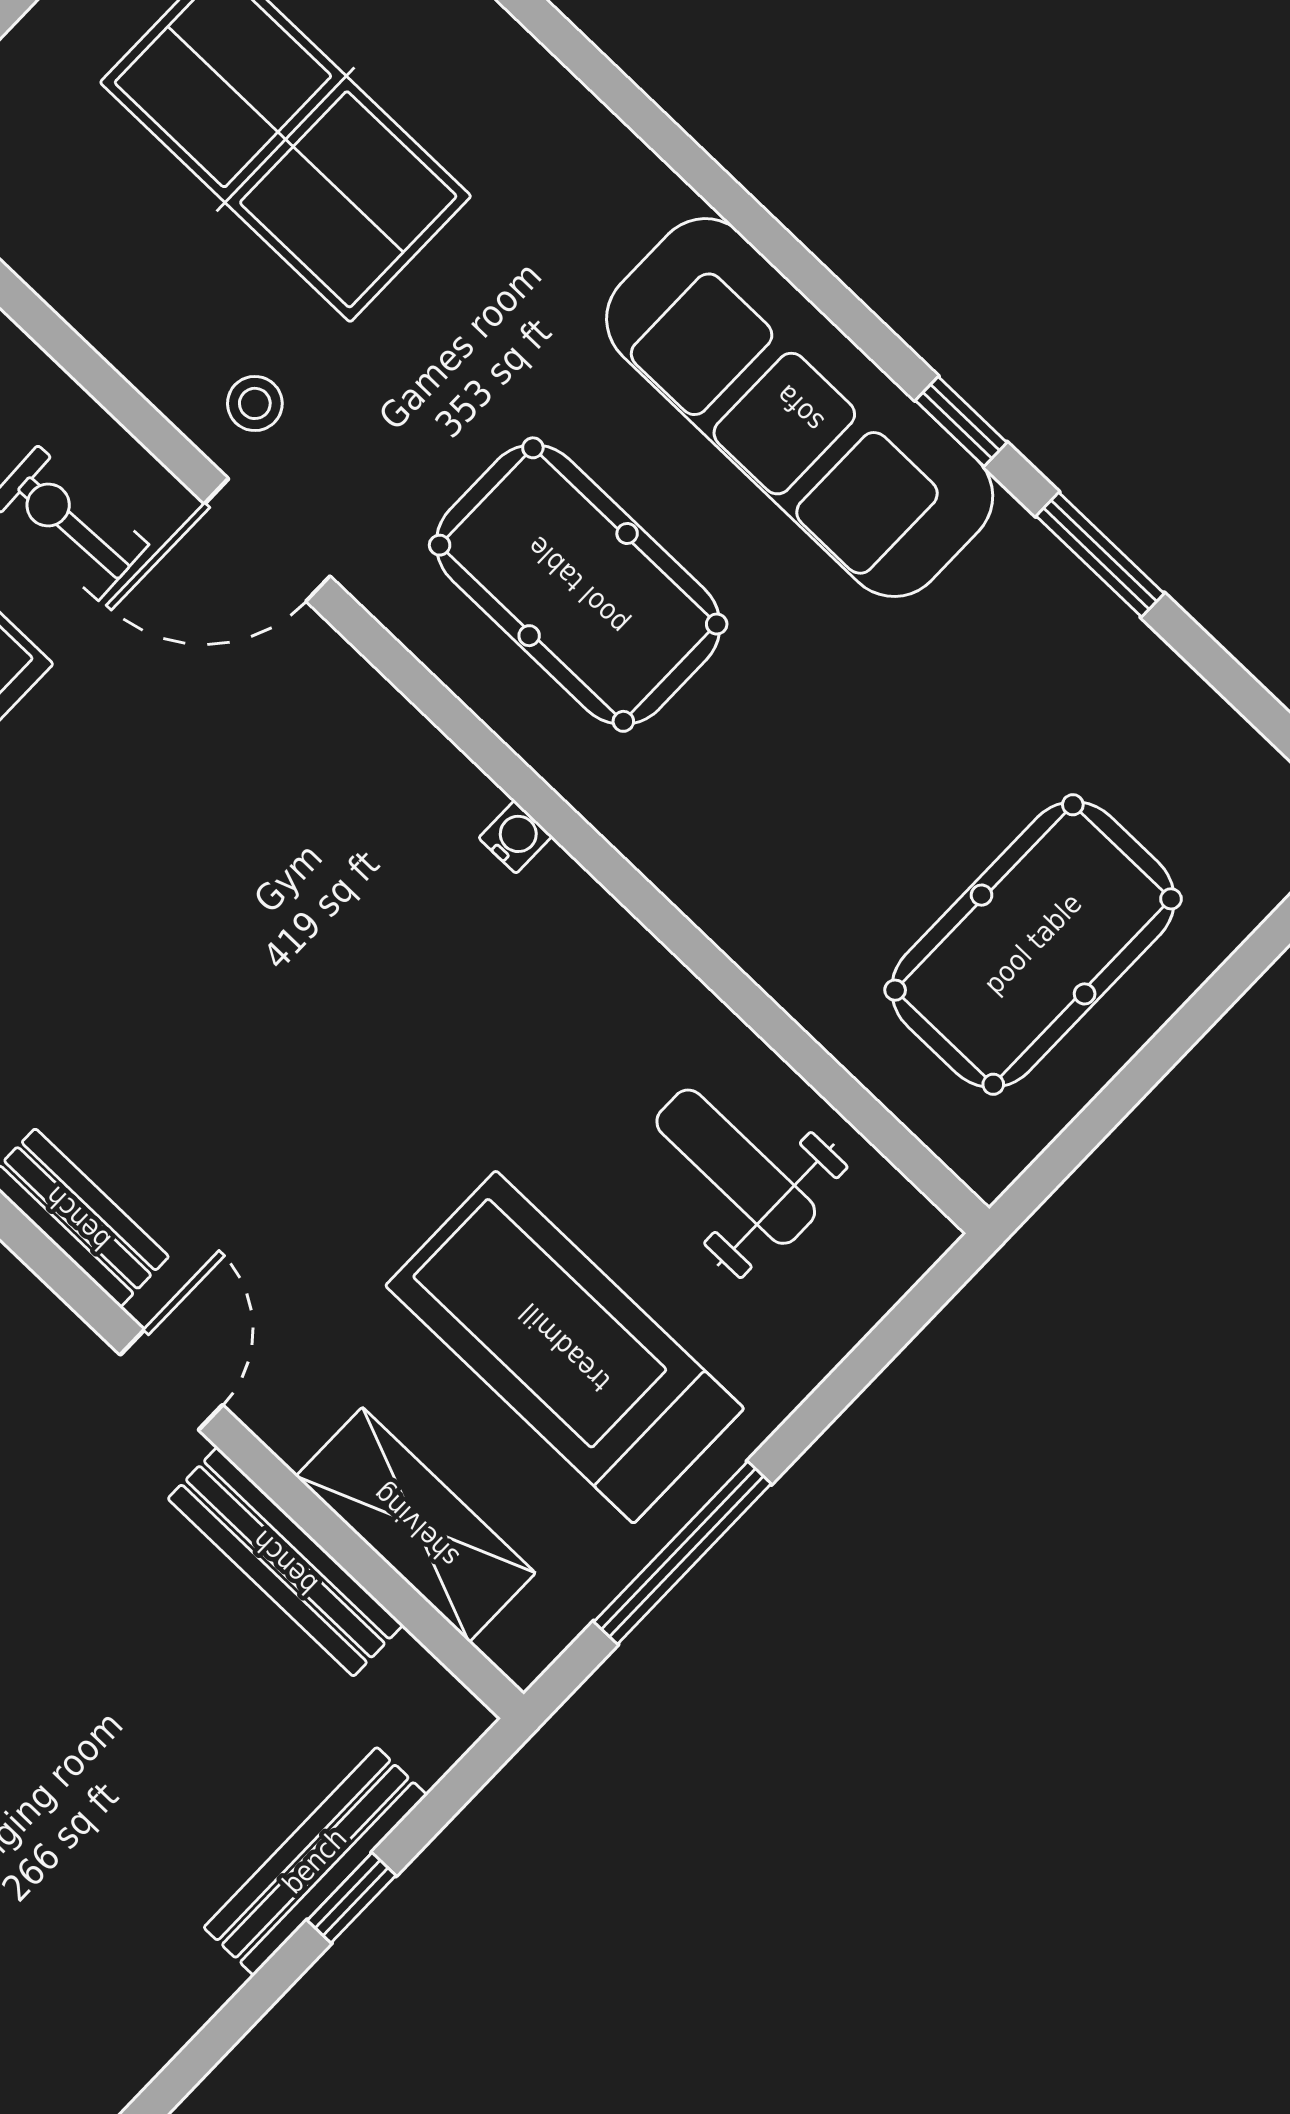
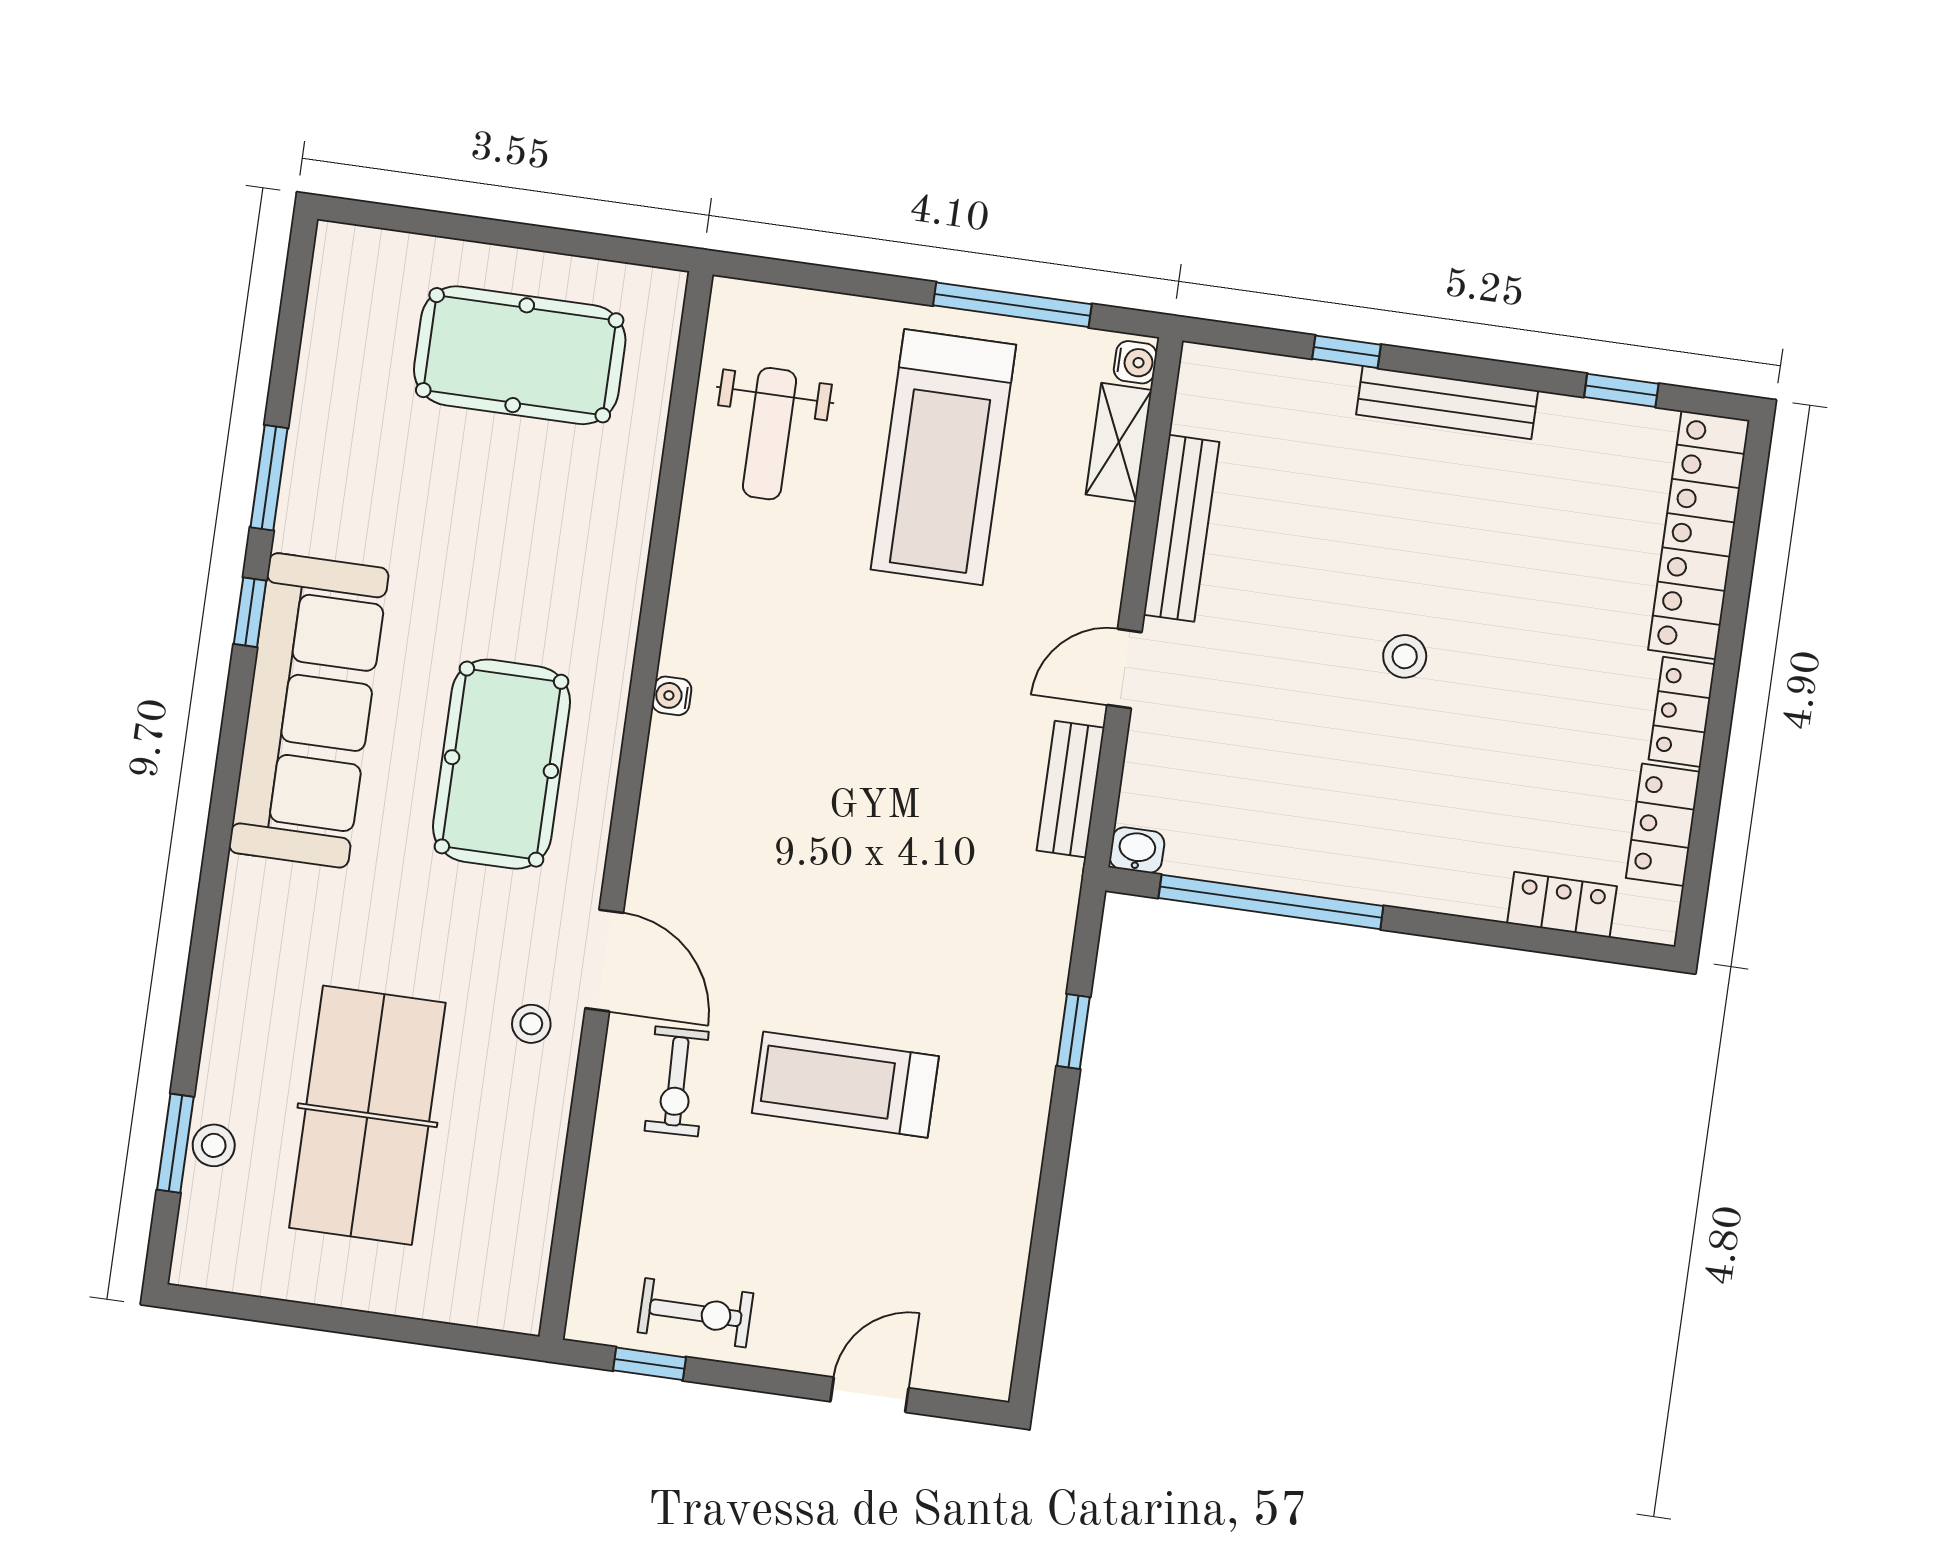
shelving: (416, 1525) -> (1119, 442), width x0.67, depth x0.75
water cooler: (515, 1646) -> (1135, 362), added
bench: (315, 1861) -> (1447, 403), moved

